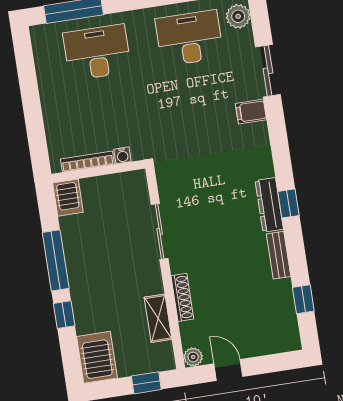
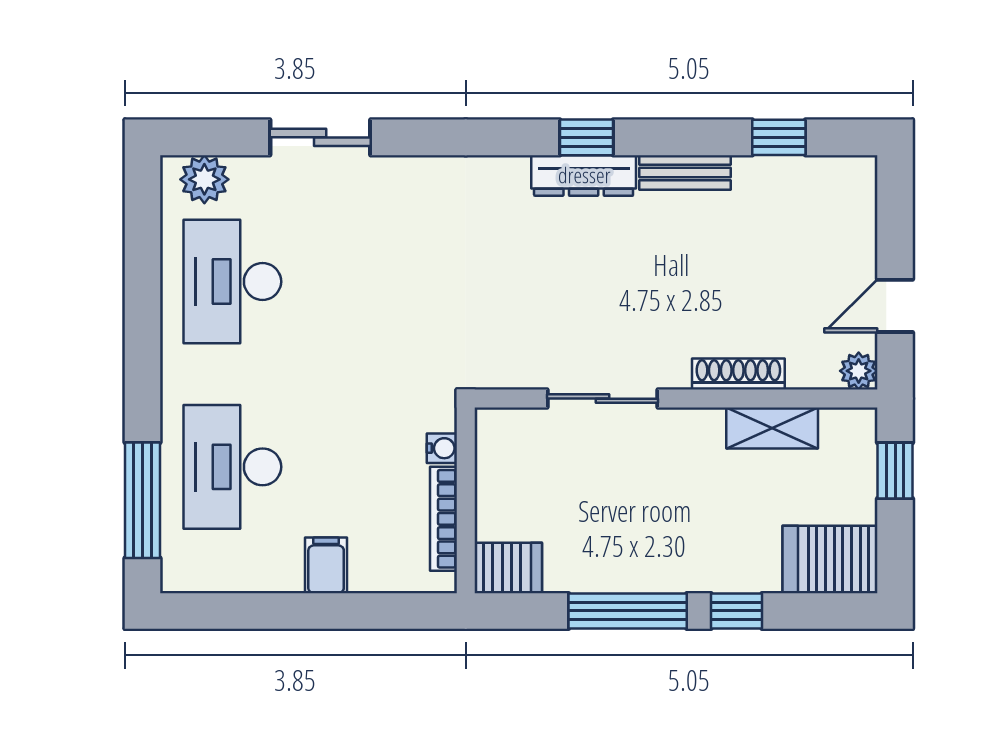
filing cabinet: (251, 112) -> (326, 565), moved, turned 180

